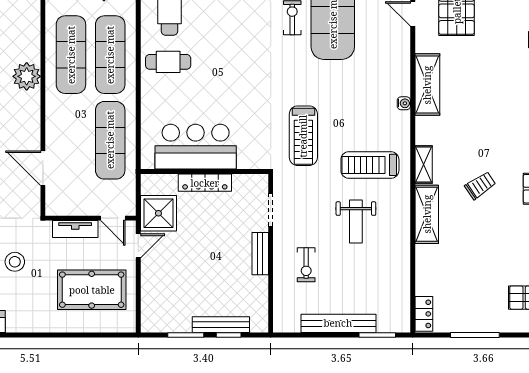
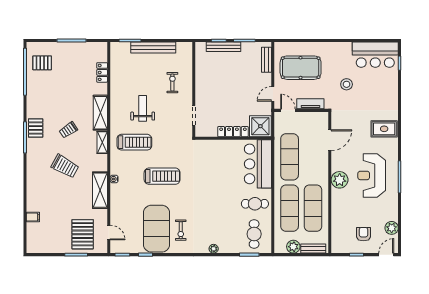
plant: (27, 76) -> (340, 180), moved
trolley: (486, 125) -> (65, 166), added
treadmill: (303, 136) -> (162, 176), moved, turned 90
bar counter: (196, 147) -> (258, 164), moved, turned 90
door: (43, 168) -> (330, 140), hinge flipped
shower: (158, 213) -> (260, 126), moved
bench: (260, 254) -> (267, 60), moved
locker: (424, 314) -> (102, 72), moved

